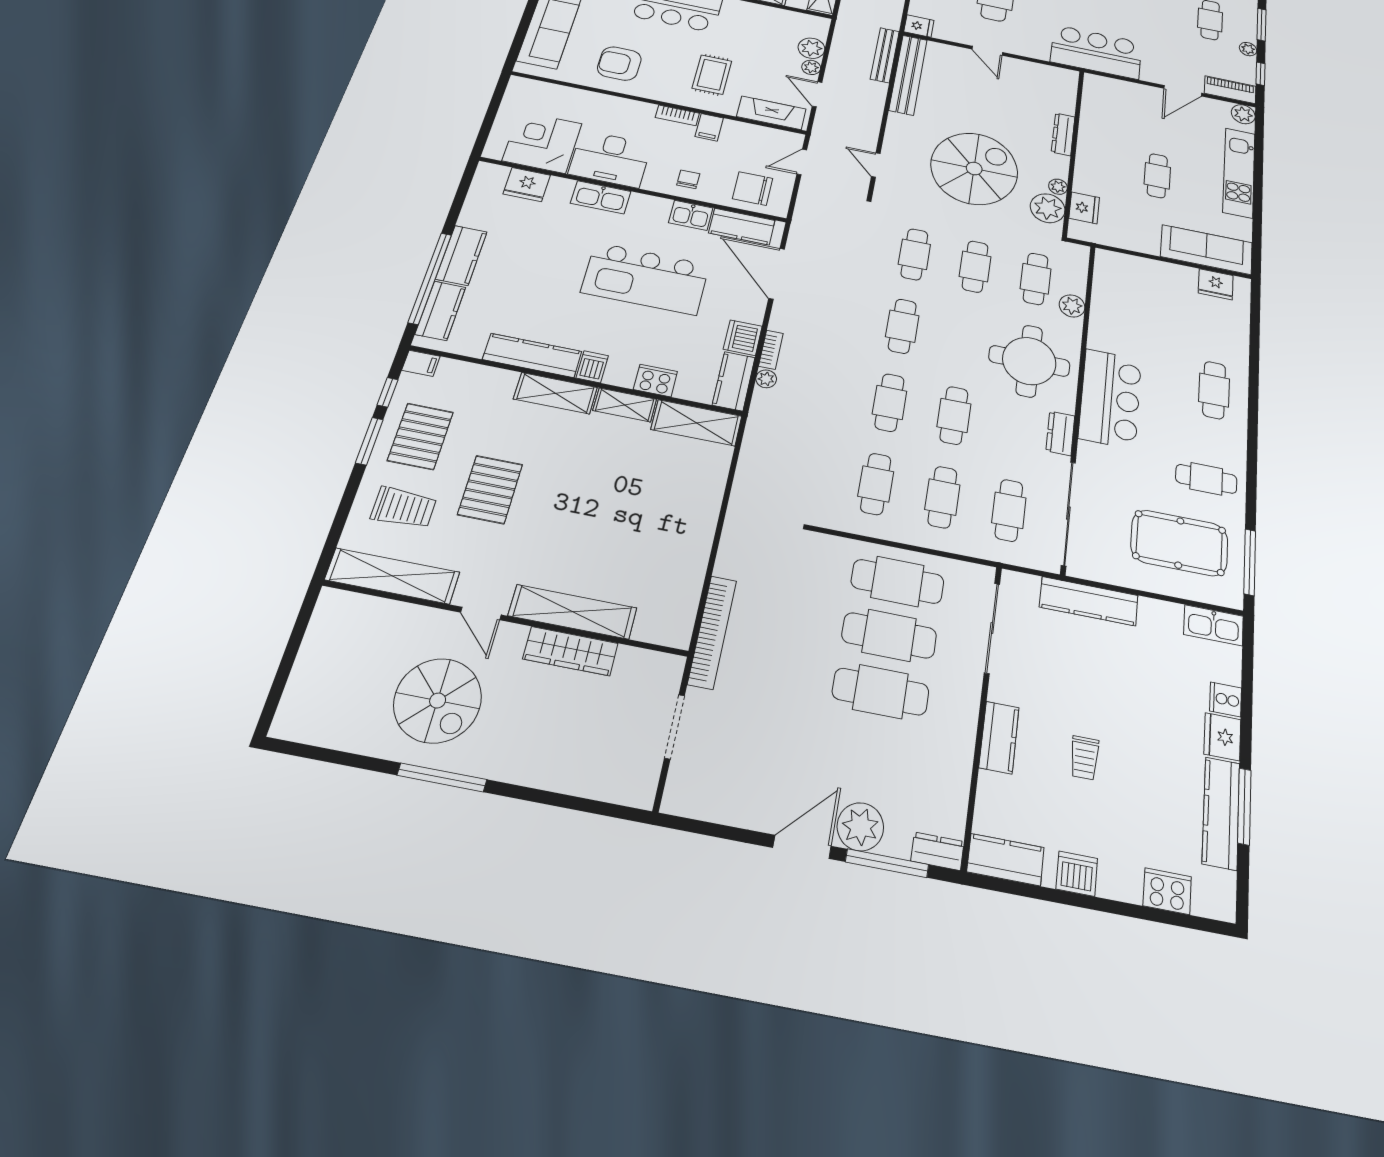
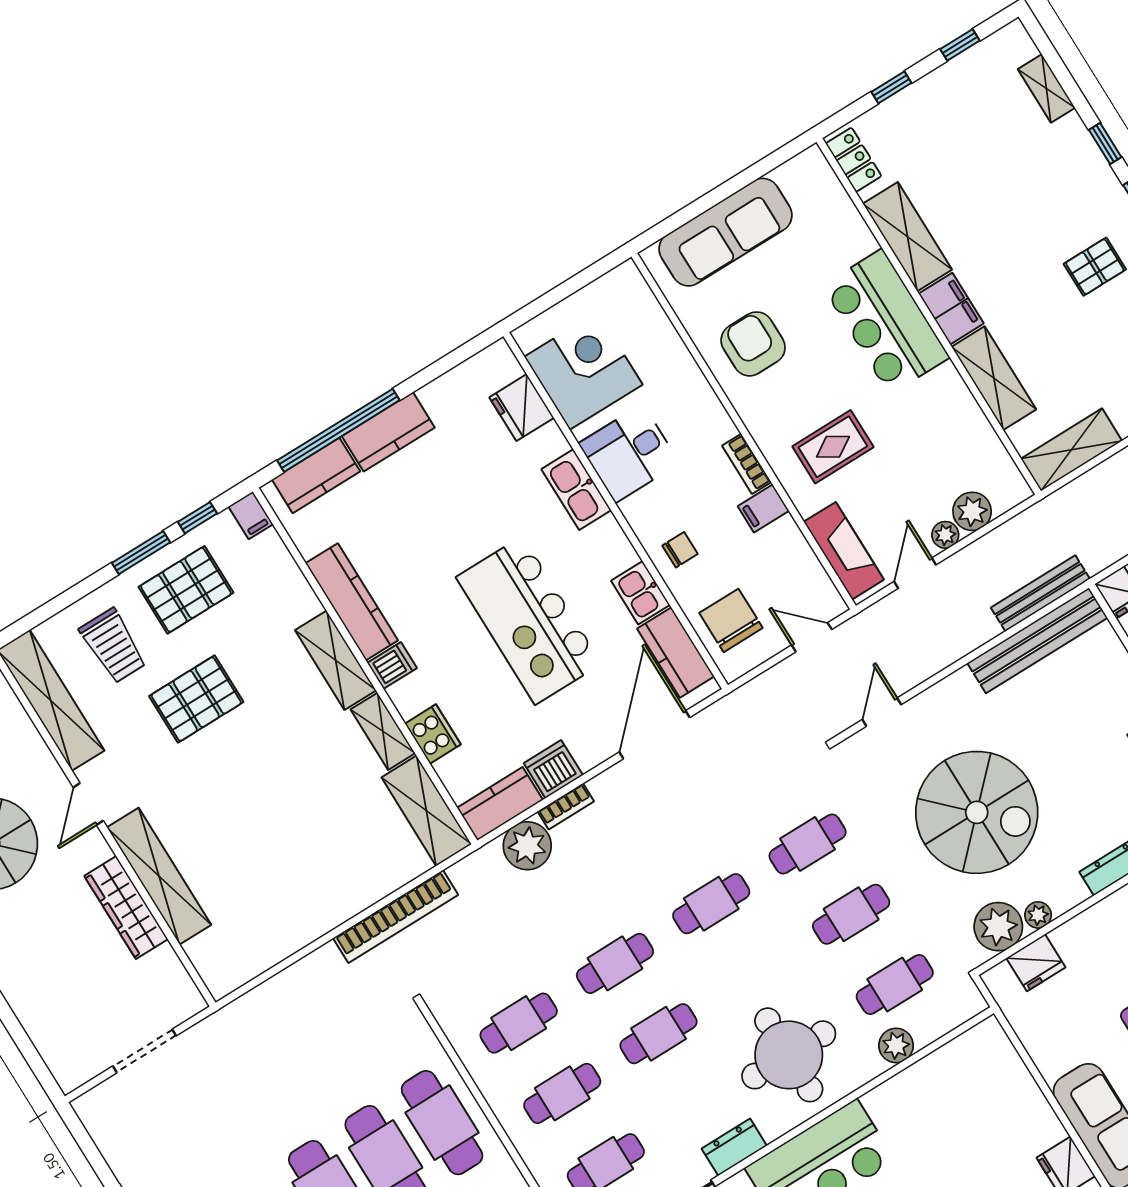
desk: (610, 159) -> (629, 453), width x0.73
plant: (766, 379) -> (527, 846), width x1.87, depth x1.87
bookcase: (712, 632) -> (396, 917), moved

